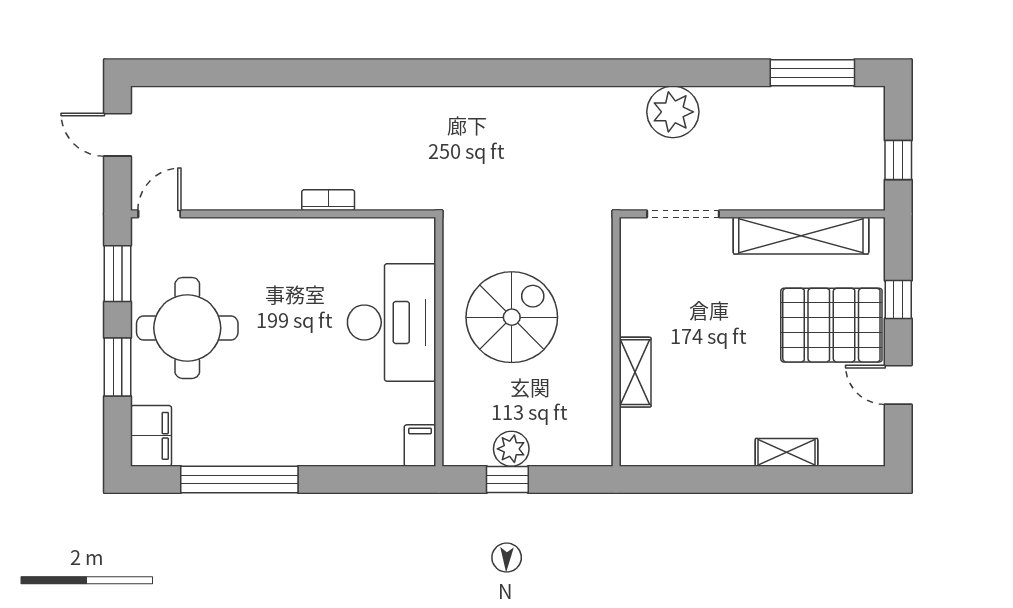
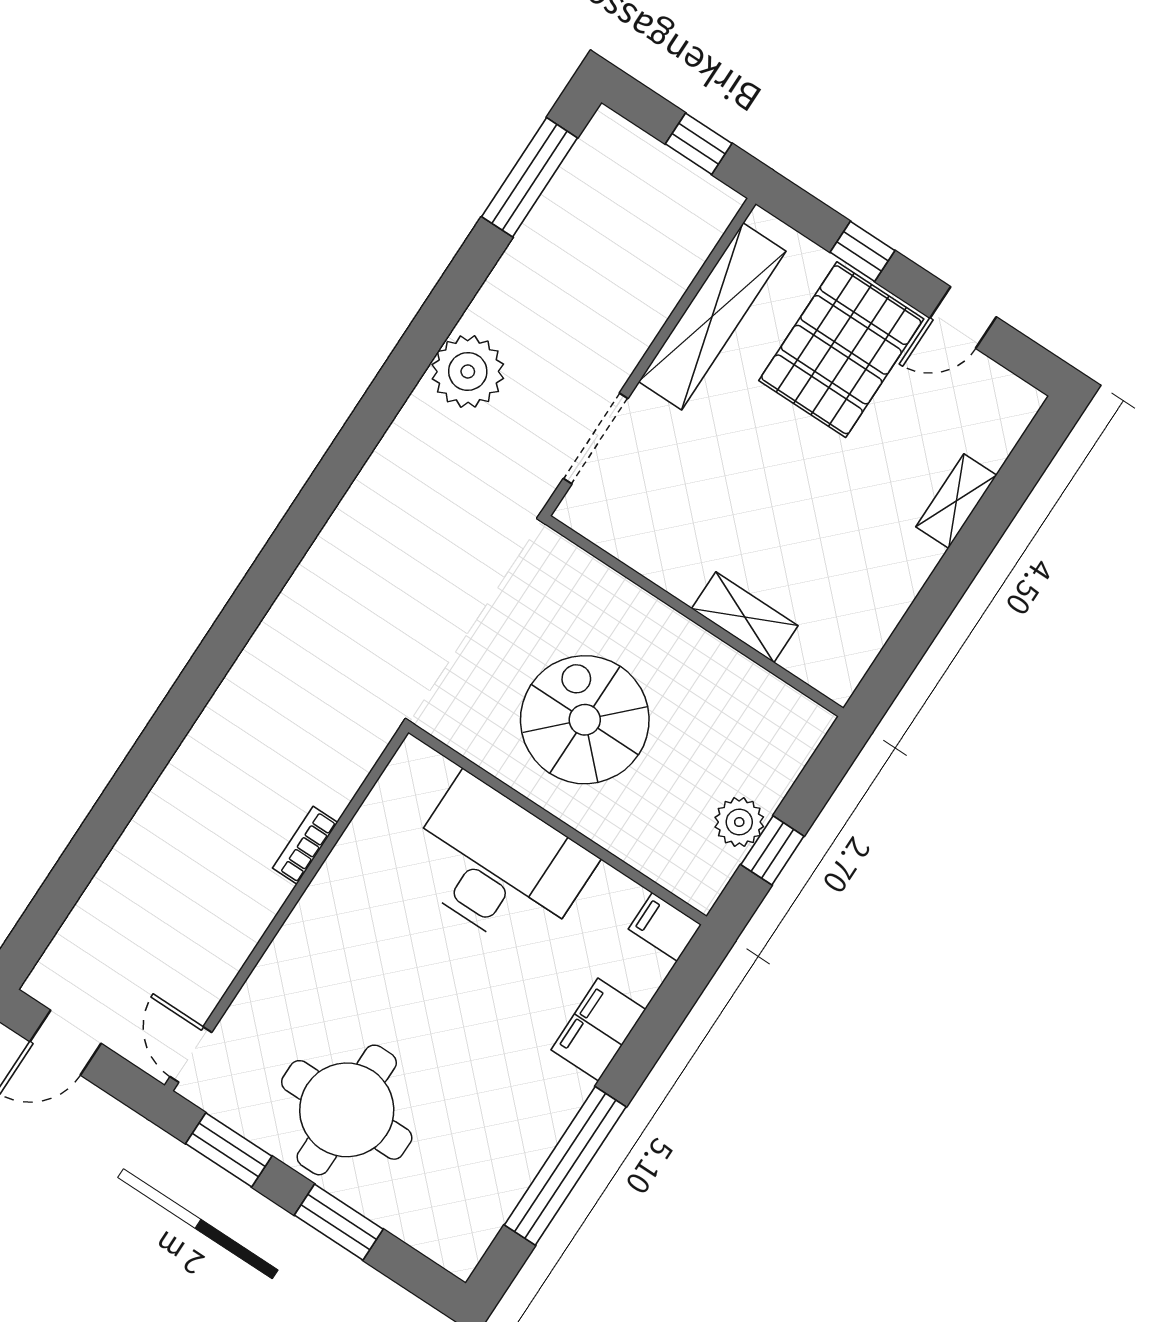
filing cabinet: (151, 436) -> (598, 1030), moved, turned -90

